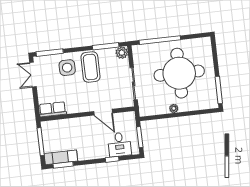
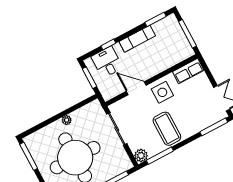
side table: (67, 68) -> (162, 92), moved
exam couch: (61, 157) -> (137, 39), moved

